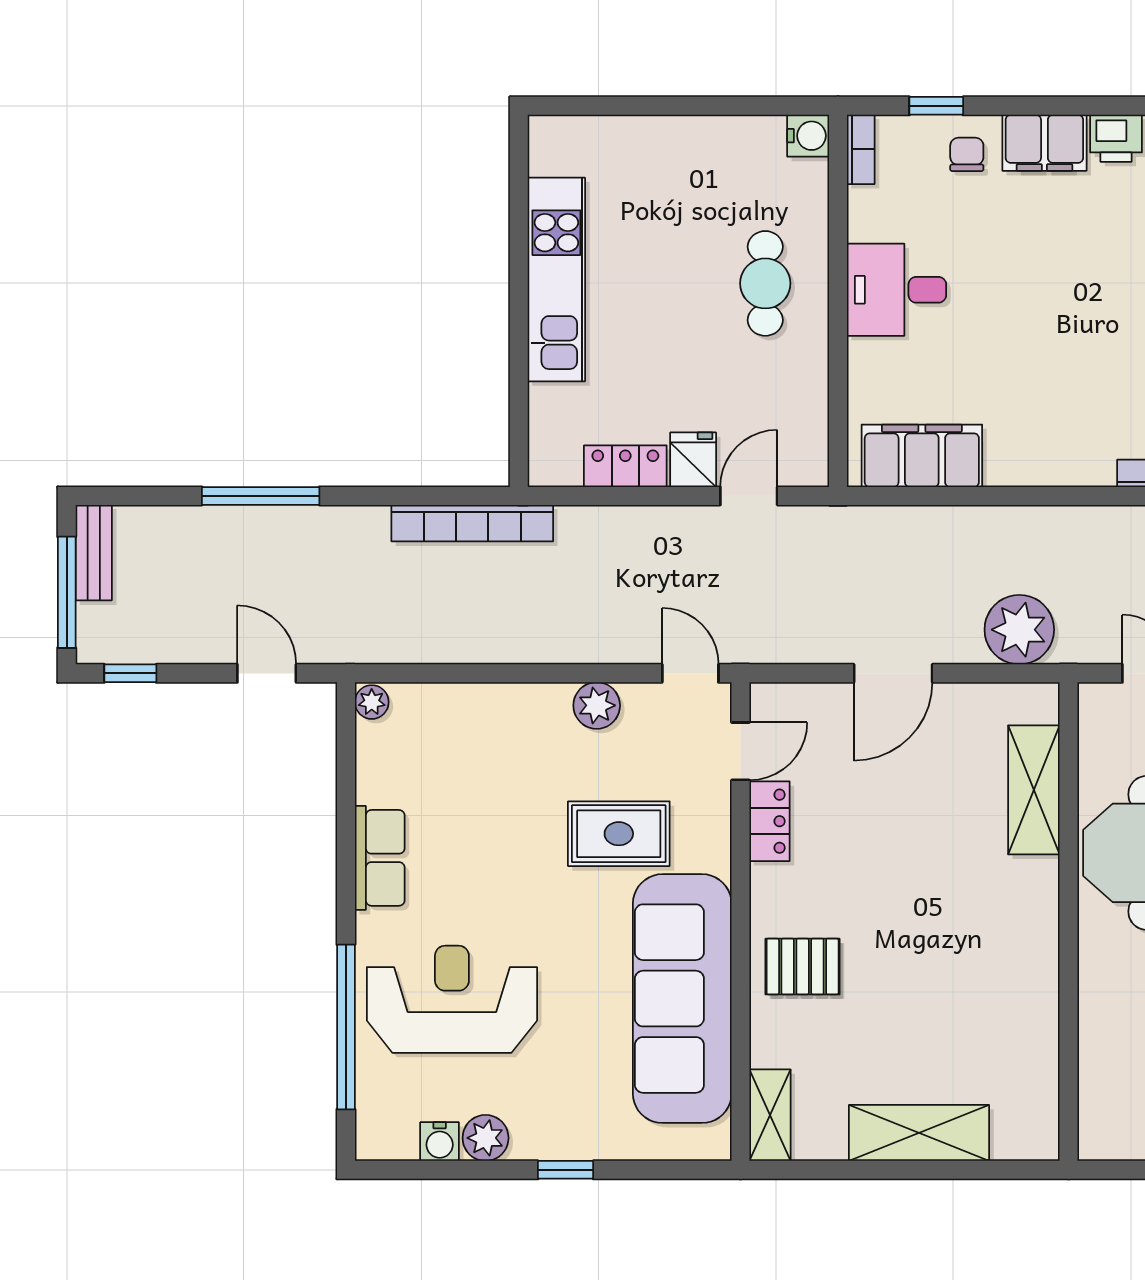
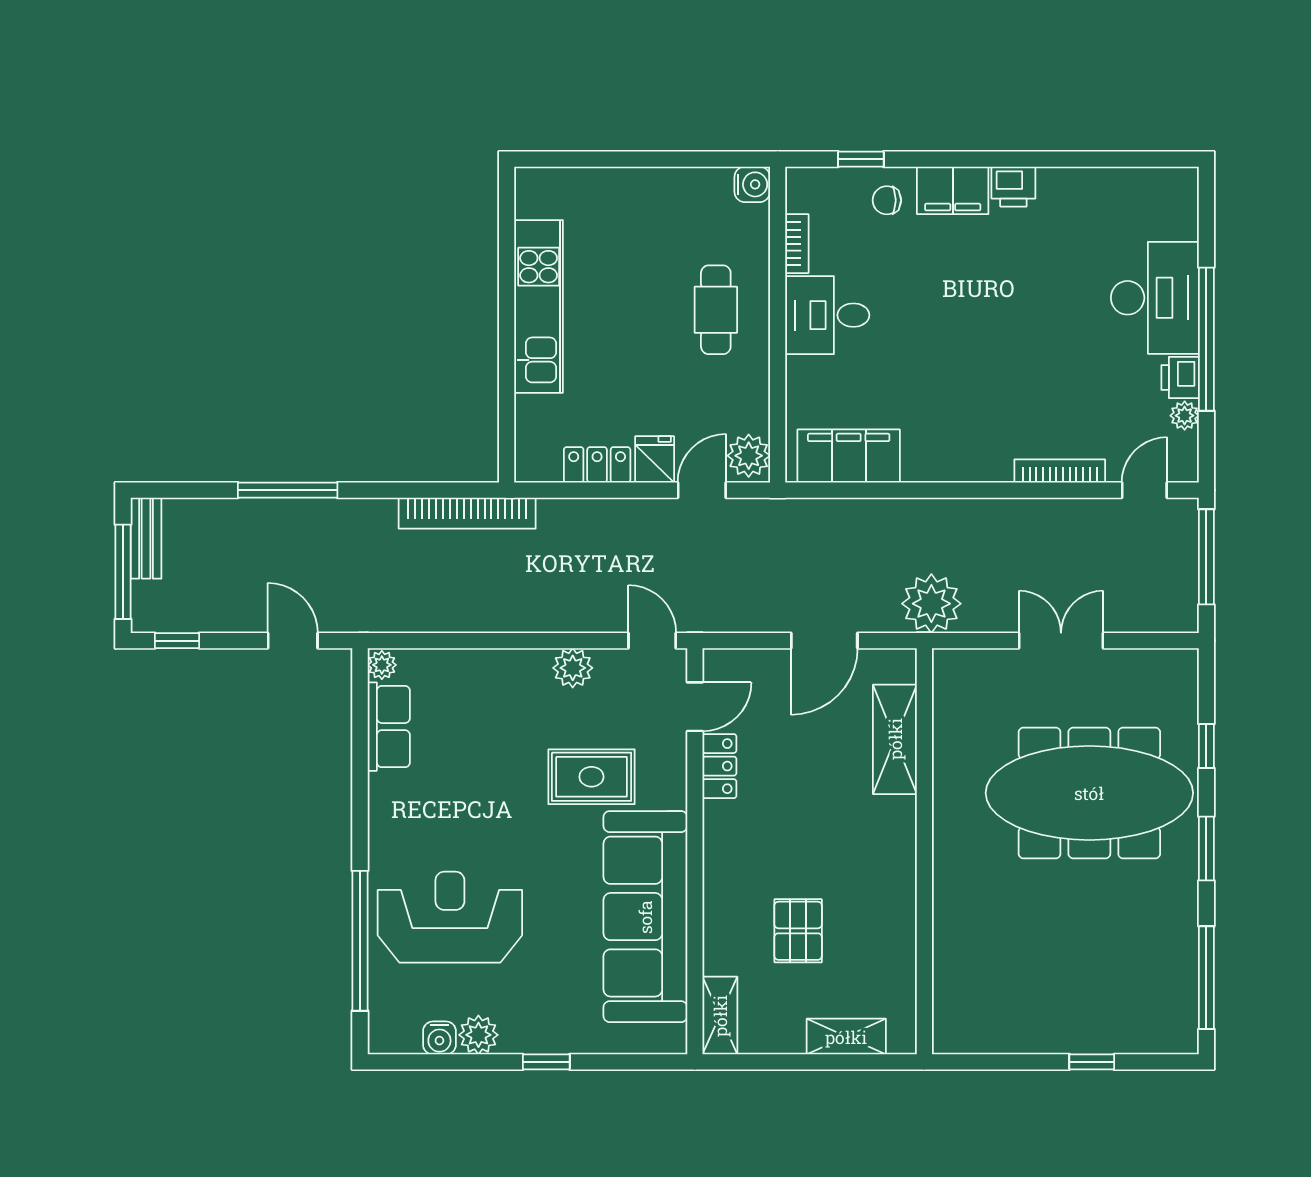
bookcase: (861, 149) -> (797, 244), moved
chair: (967, 154) -> (887, 200), turned -90
plant: (804, 455) -> (749, 456), added
shelving: (1034, 790) -> (895, 739), moved
row of seats: (380, 858) -> (389, 727), moved
wall: (1069, 922) -> (924, 851), moved
pallet: (803, 967) -> (798, 931), moved, turned 90
shelving: (919, 1133) -> (846, 1037), width x0.67, depth x0.75

